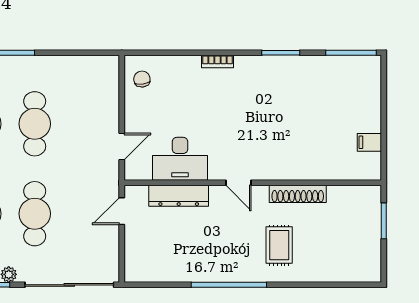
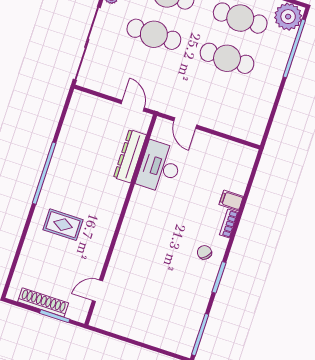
chair: (142, 79) -> (204, 252), moved, turned -128
filing cabinet: (369, 142) -> (231, 200), moved, turned -90
door: (238, 183) -> (97, 291), moved
shoe rack: (298, 194) -> (43, 302), moved, turned 90

